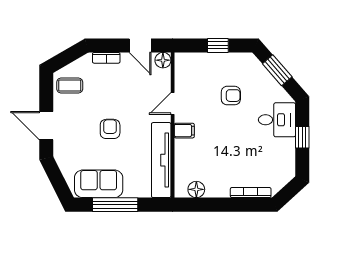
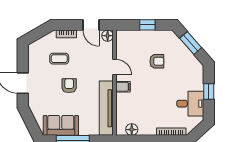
coffee table: (70, 86) -> (59, 59), moved
door: (173, 104) -> (114, 67), swing flipped
desk: (277, 120) -> (190, 104), moved

